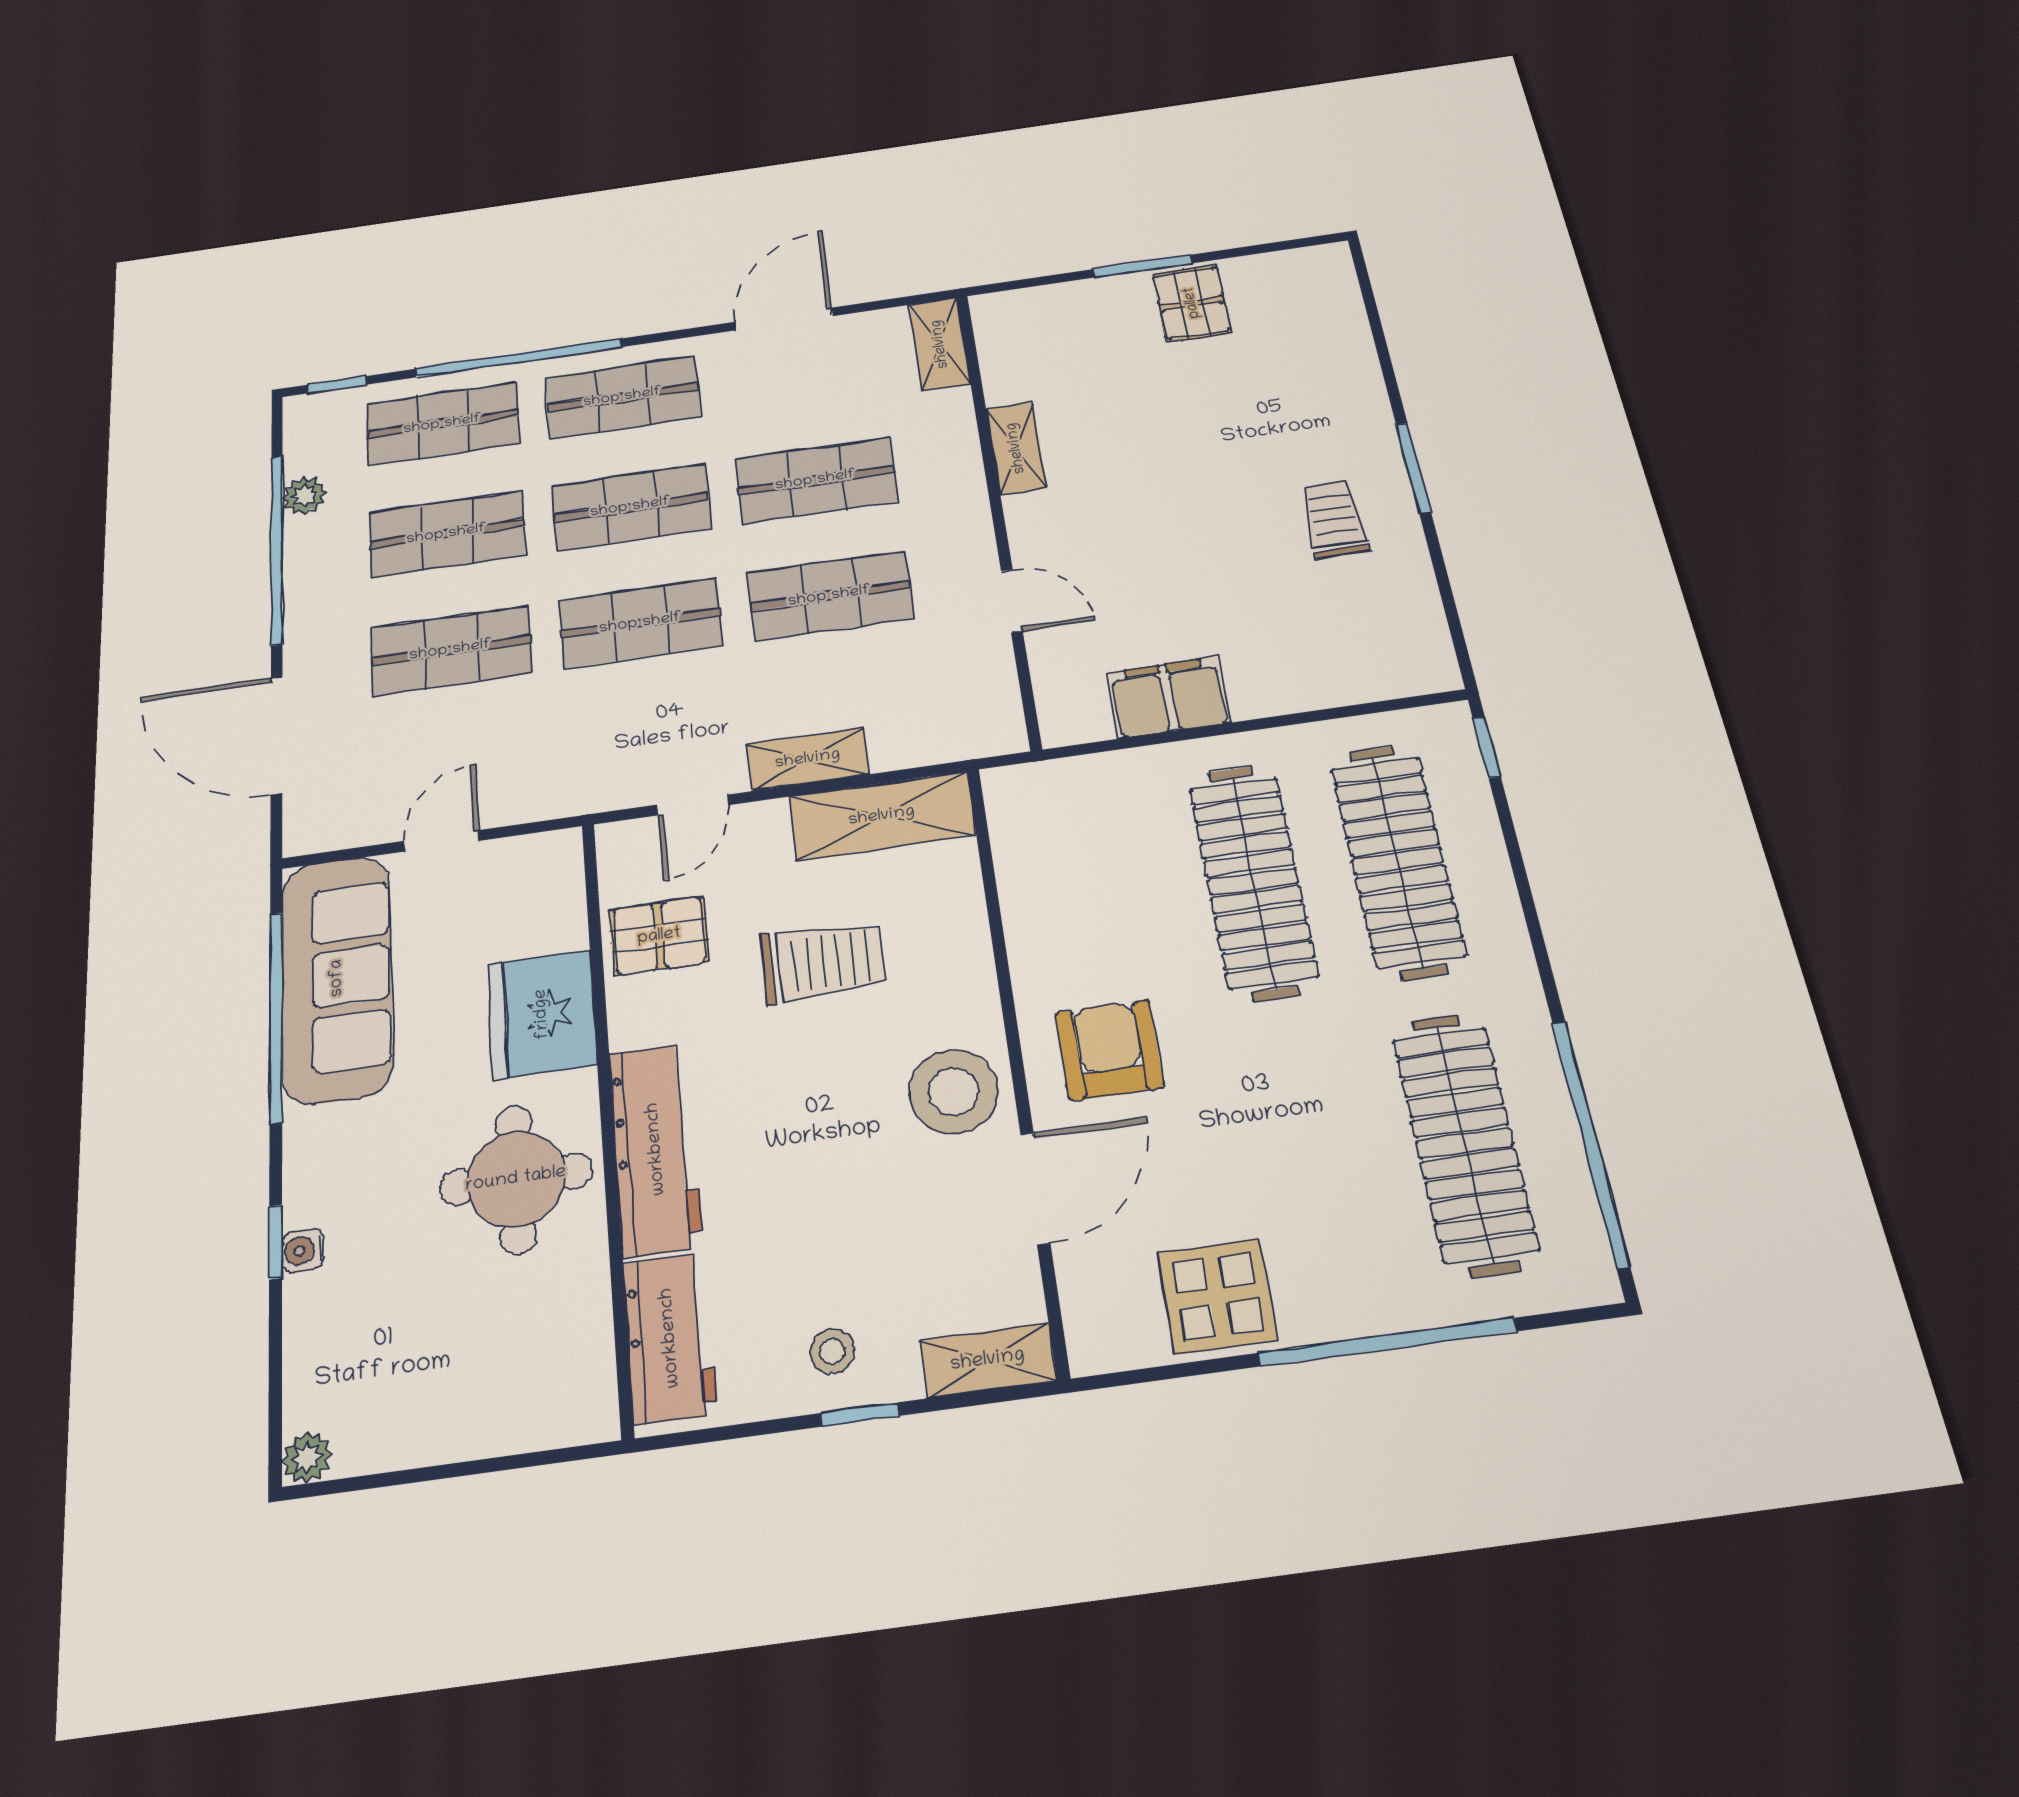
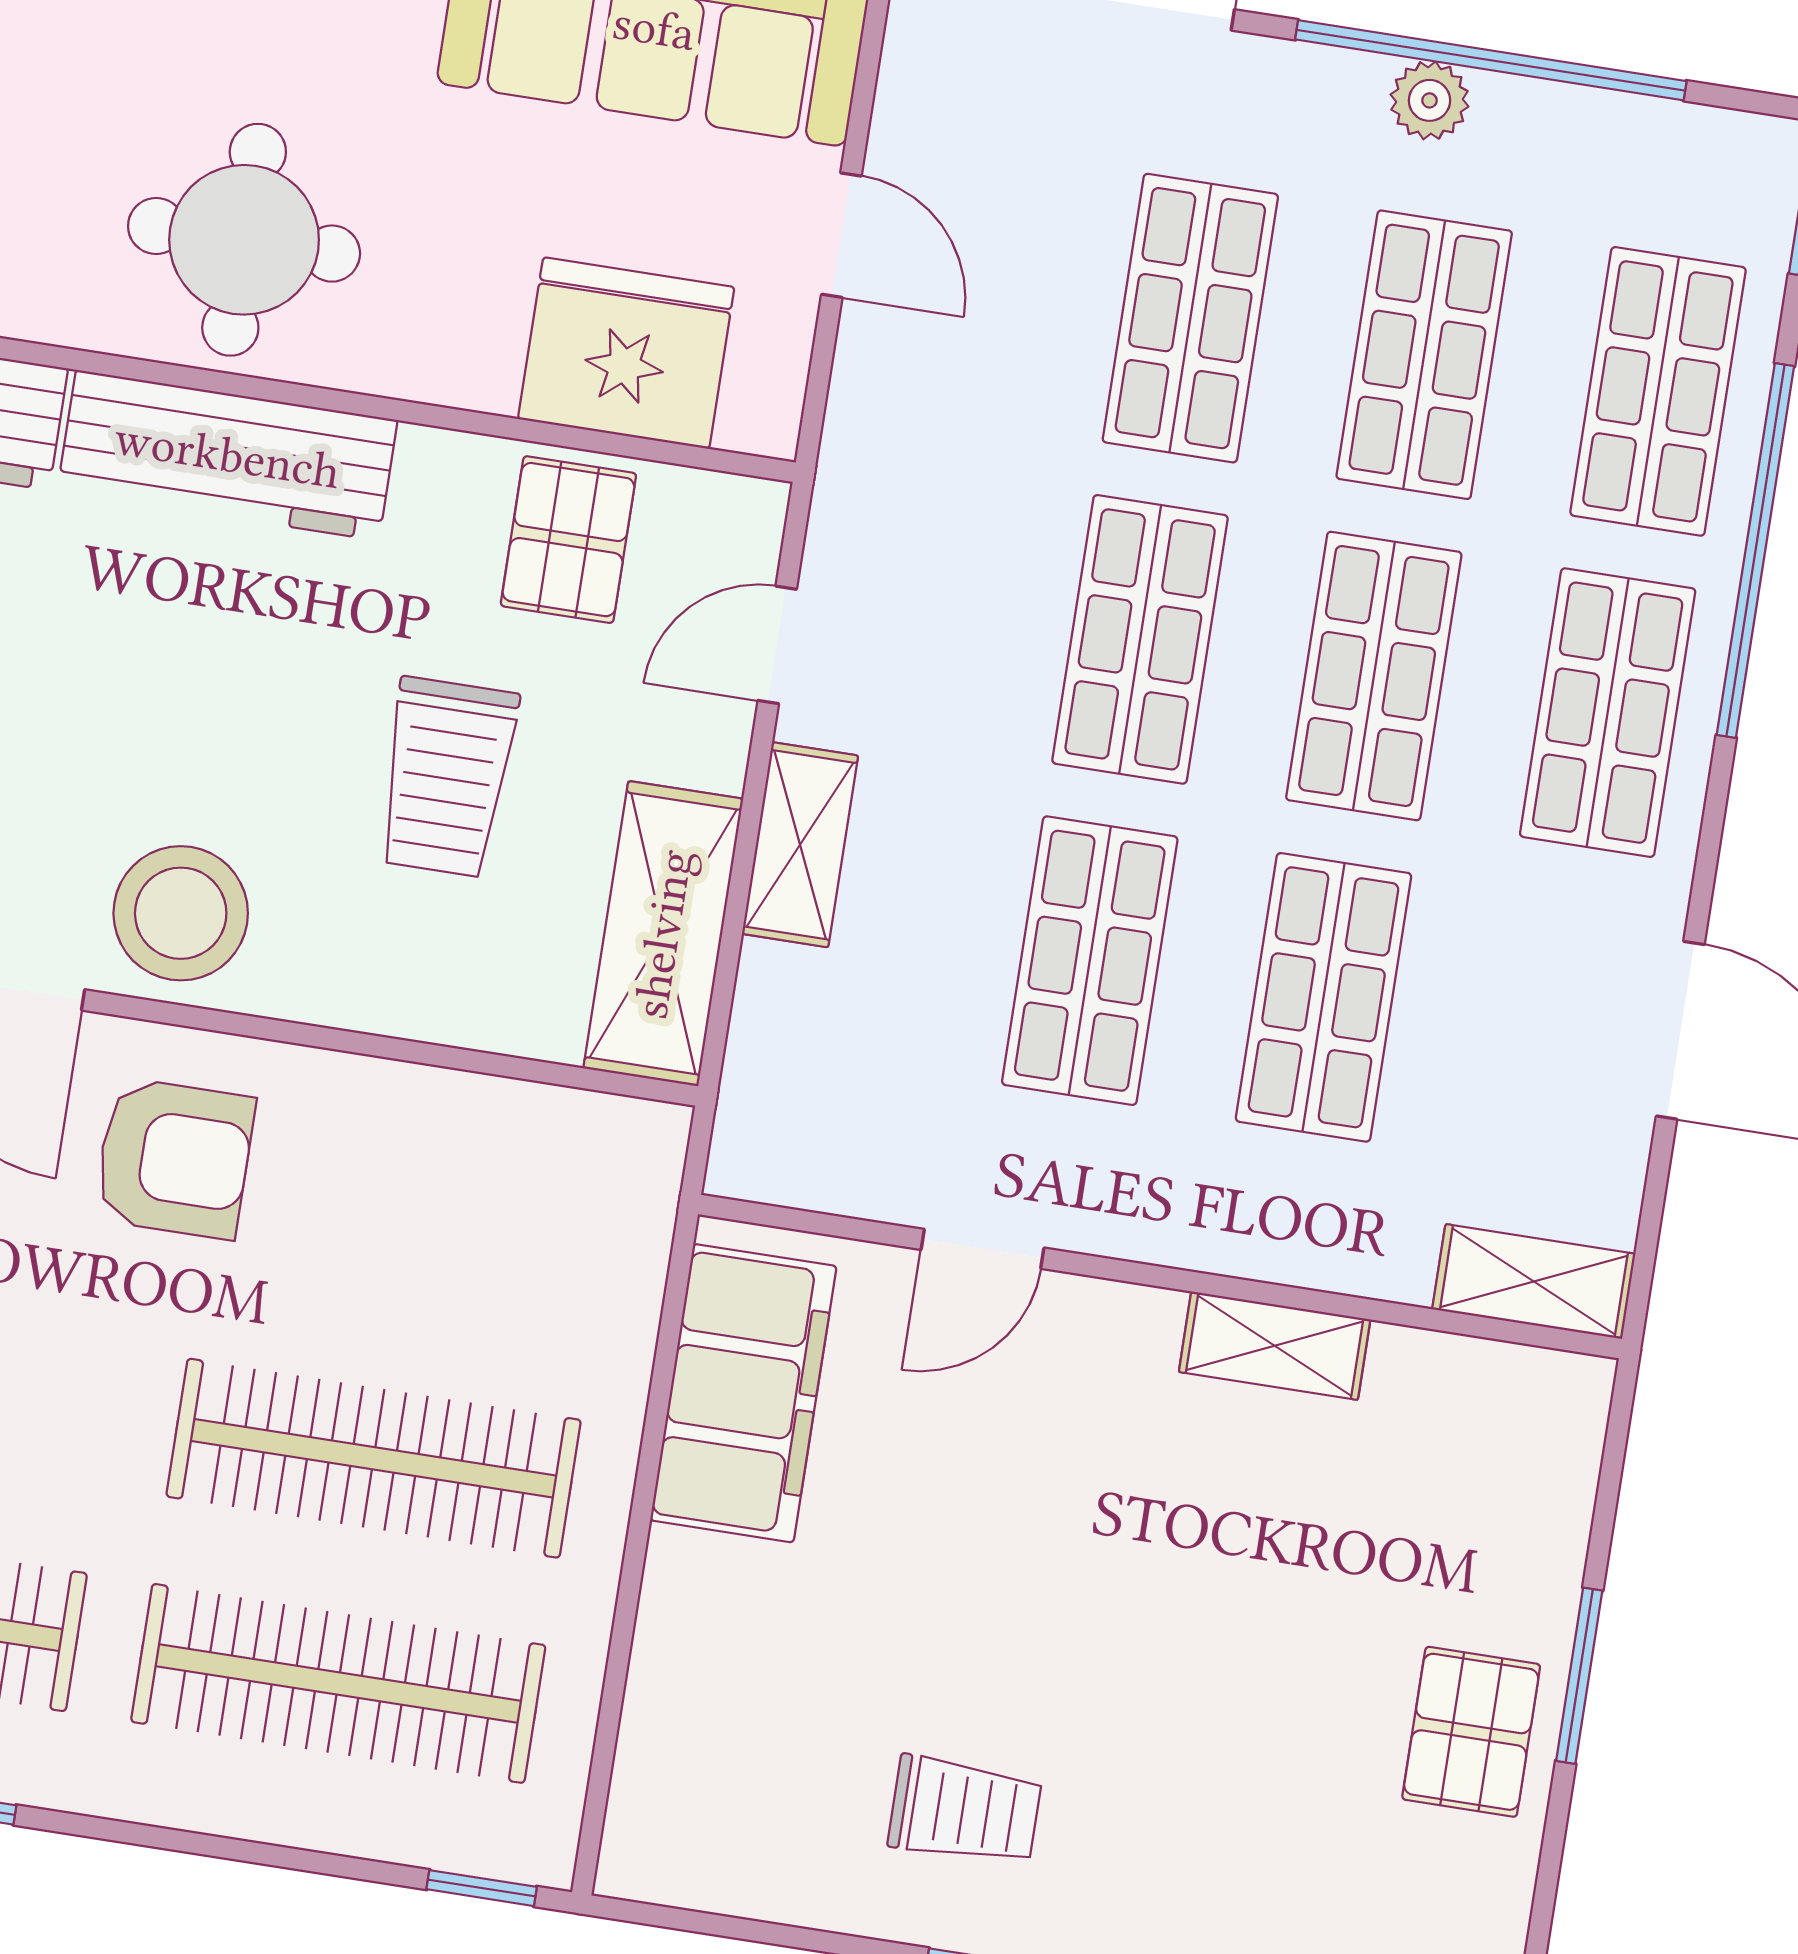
pallet: (1192, 303) -> (1471, 1732), turned 90
plant: (304, 496) -> (1430, 100), moved
filing cabinet: (1168, 697) -> (743, 1393), width x1.50, depth x1.17
door: (693, 805) -> (777, 645), hinge flipped
fridge: (542, 1014) -> (626, 353), moved

